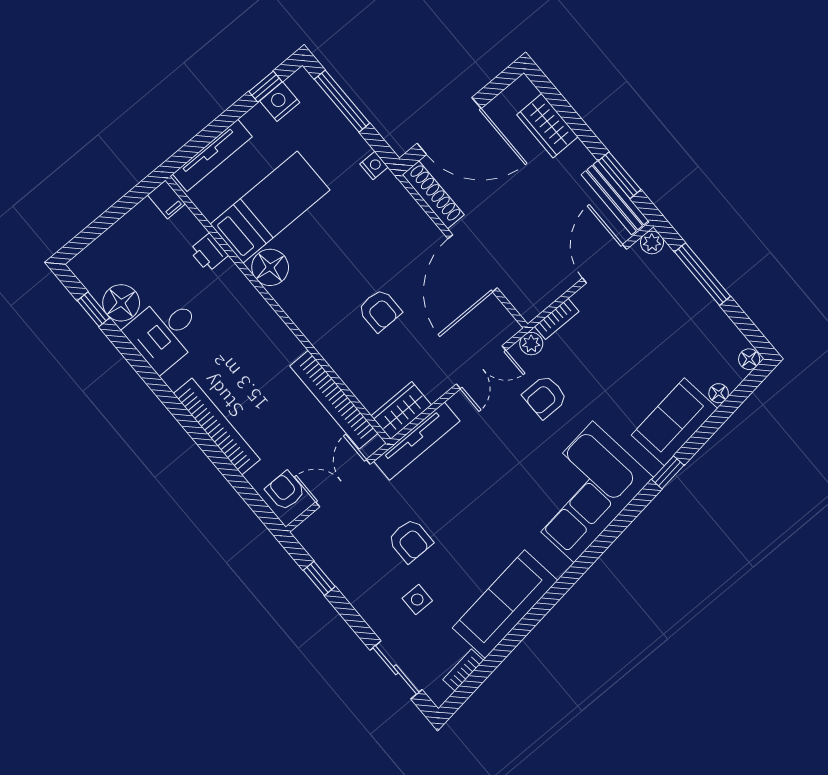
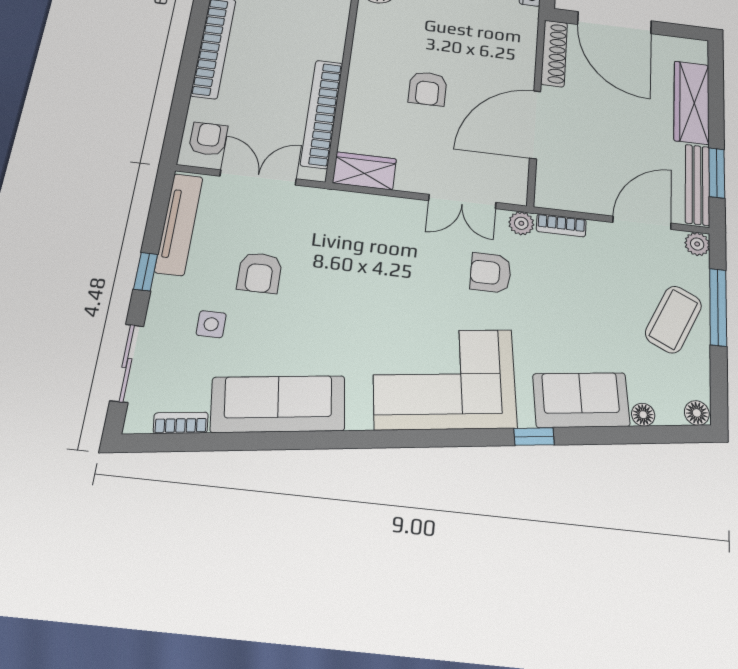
wardrobe: (547, 126) -> (692, 102), width x1.50
coffee table: (683, 311) -> (673, 319), added
tv unit: (417, 441) -> (179, 224), moved, turned -90
window: (319, 578) -> (146, 272), moved

